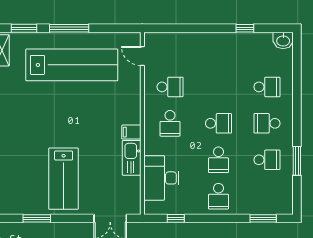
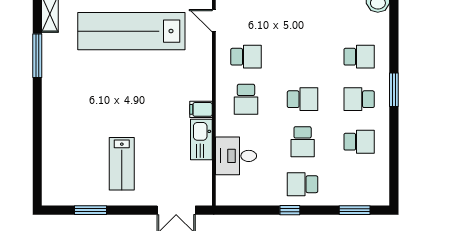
lab bench: (72, 65) -> (131, 31), turned 180
window: (297, 161) -> (394, 90), moved
desk: (161, 178) -> (236, 156), width x0.73
lab bench: (64, 179) -> (122, 164), width x0.73, depth x0.72
school desk: (218, 196) -> (303, 184), turned 90
window: (176, 218) -> (290, 210), moved

